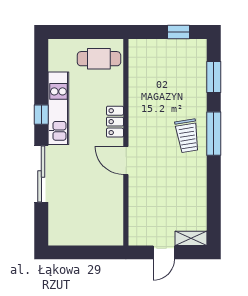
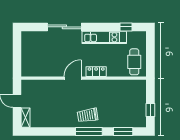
window: (41, 115) -> (126, 27), moved

